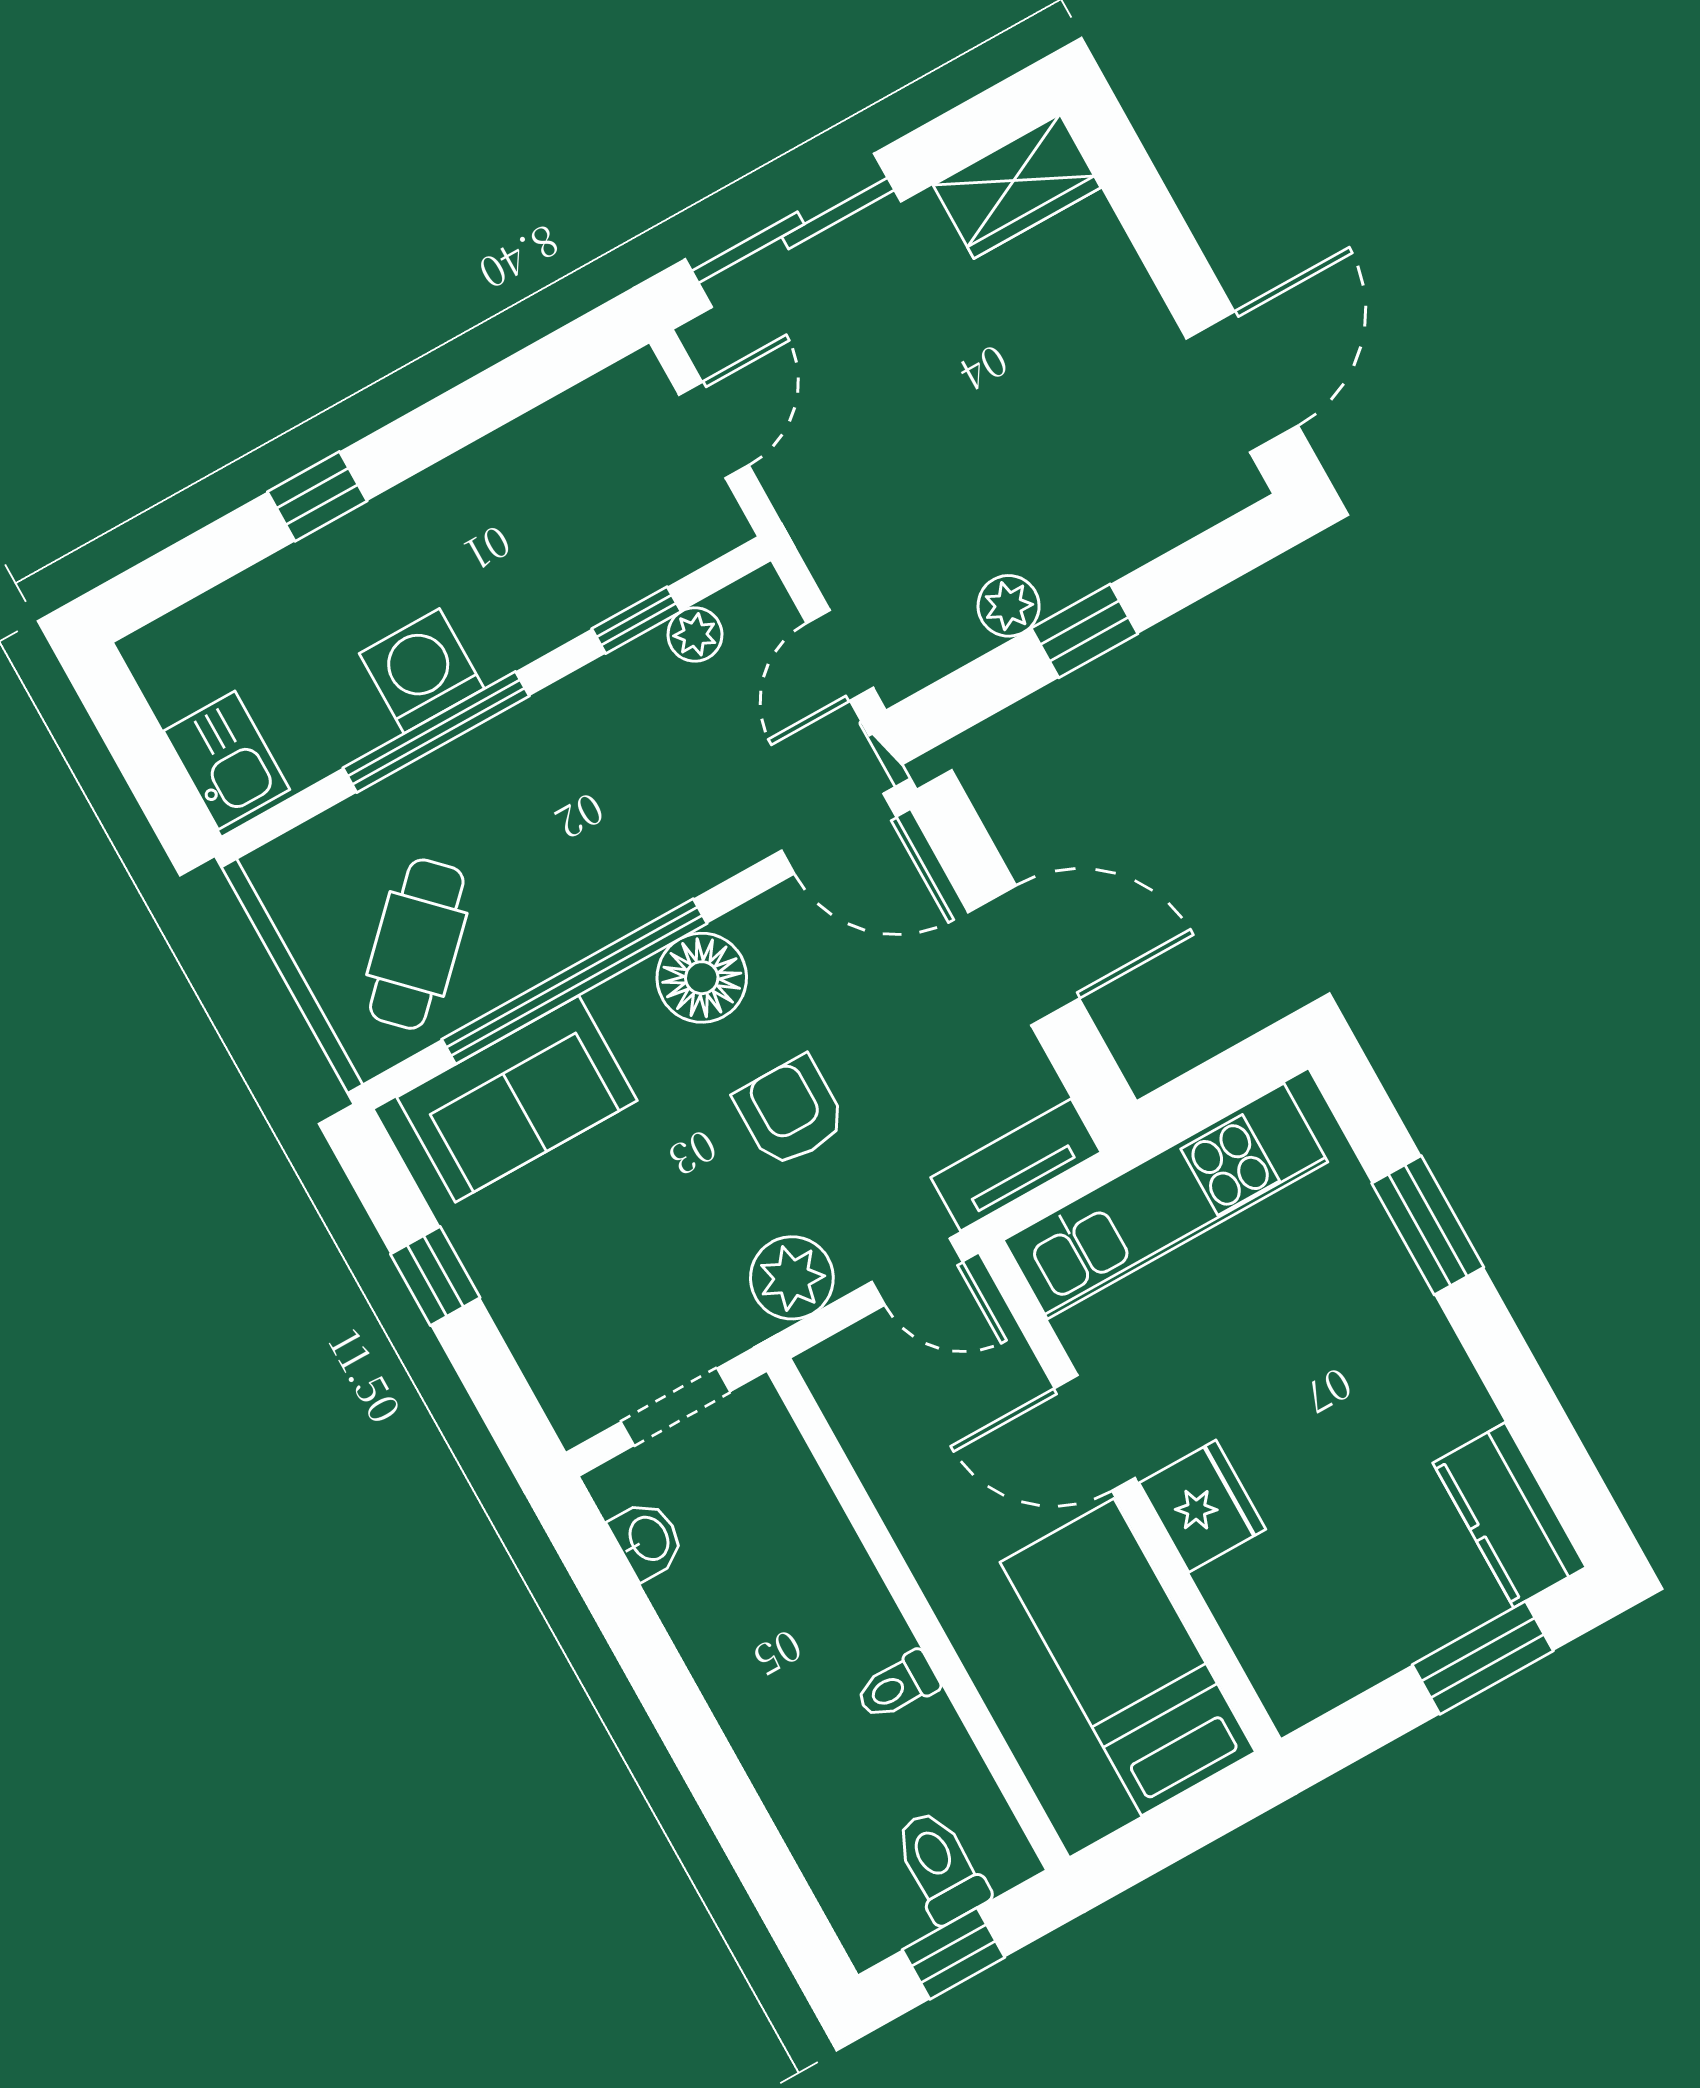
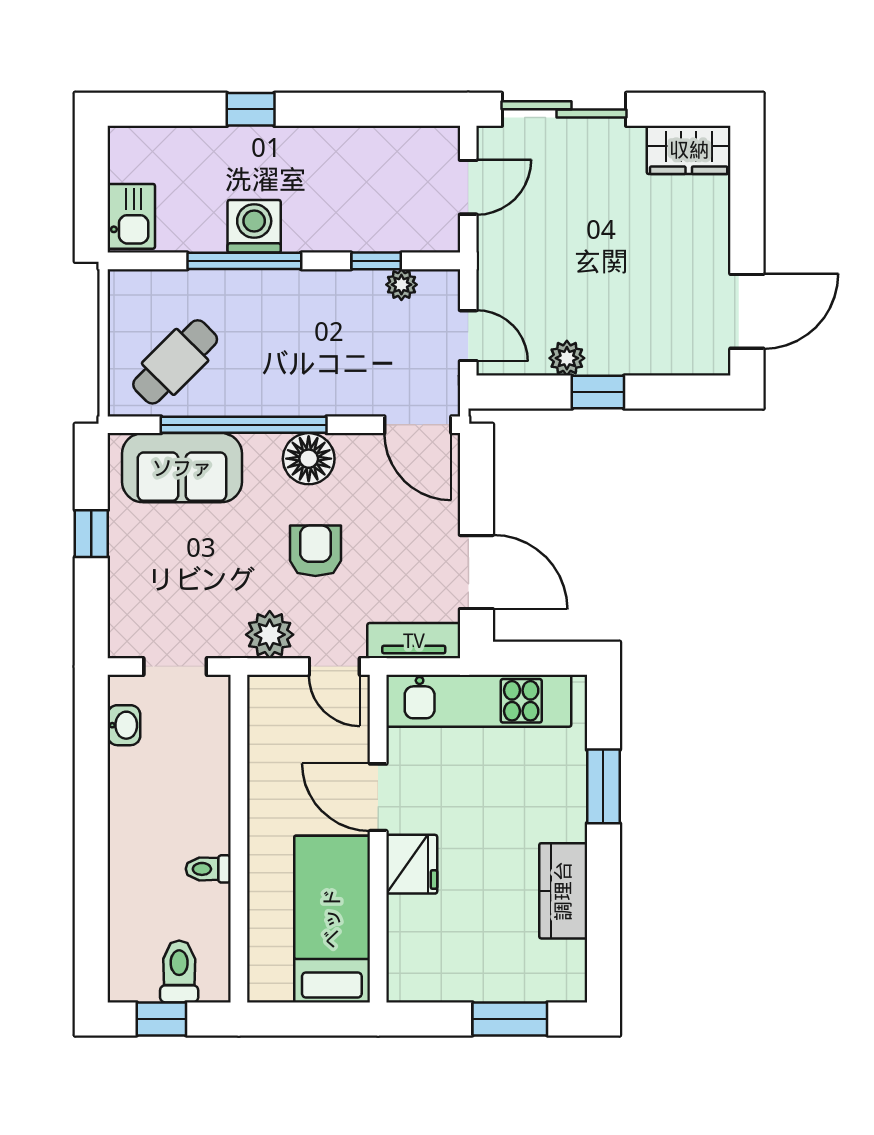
door: (840, 656) -> (468, 336), swing flipped
door: (1024, 955) -> (476, 572), moved
kitchen counter: (1509, 1515) -> (563, 891), moved

